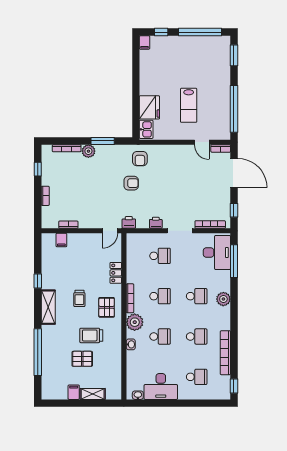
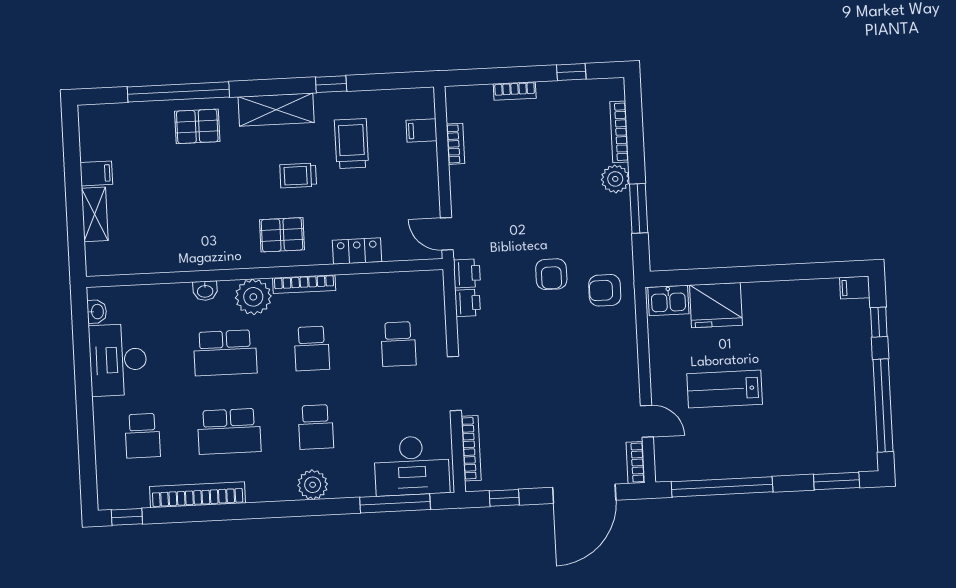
door: (202, 142) -> (647, 421), swing flipped
printer: (156, 223) -> (468, 303), moved
trolley: (91, 335) -> (351, 144), moved
school desk: (160, 337) -> (225, 353), width x1.85
school desk: (197, 337) -> (229, 431), width x1.85
pallet: (82, 359) -> (197, 126), moved, turned 90

